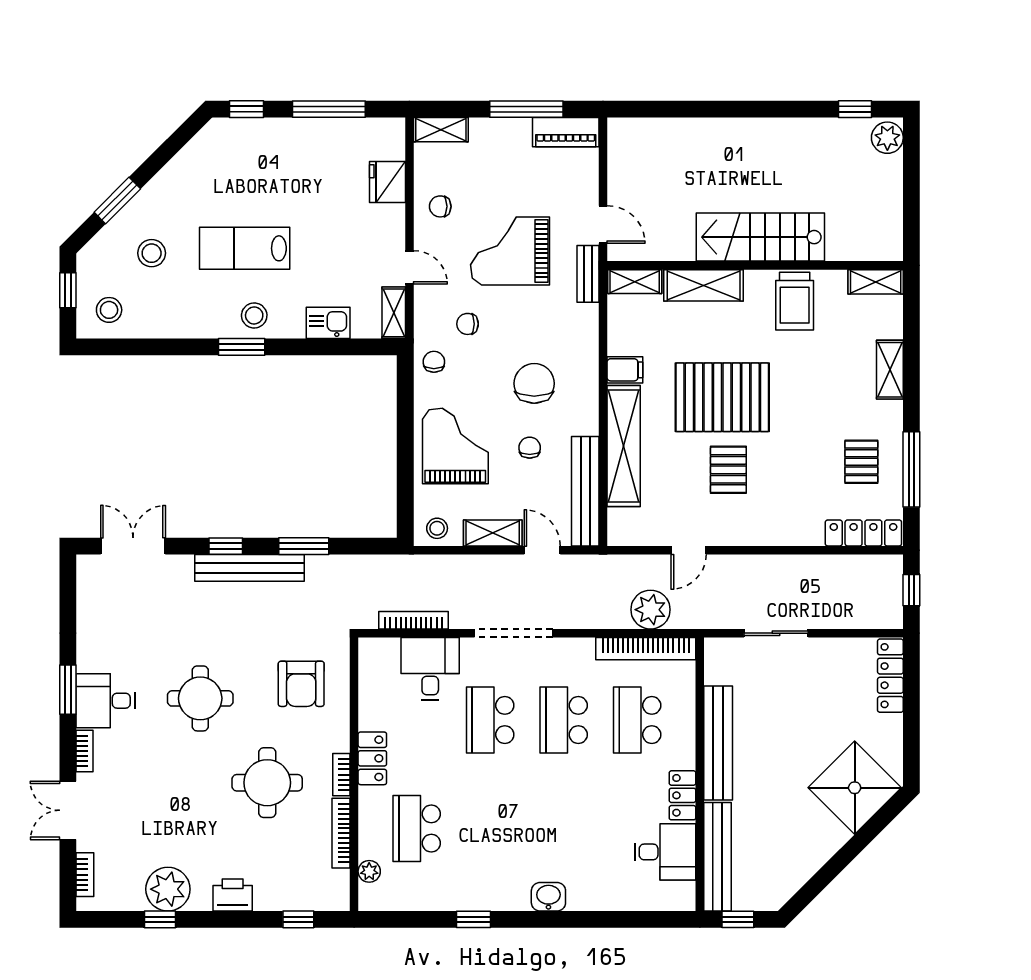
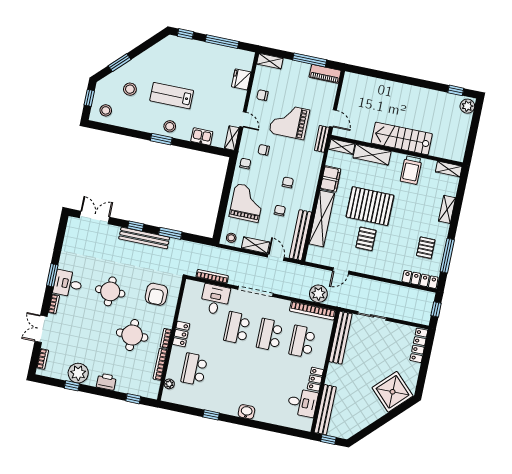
filing cabinet: (625, 370) -> (331, 179), width x2.00
chair: (534, 383) -> (288, 182), width x0.54, depth x0.54
bench: (718, 743) -> (341, 338), moved

